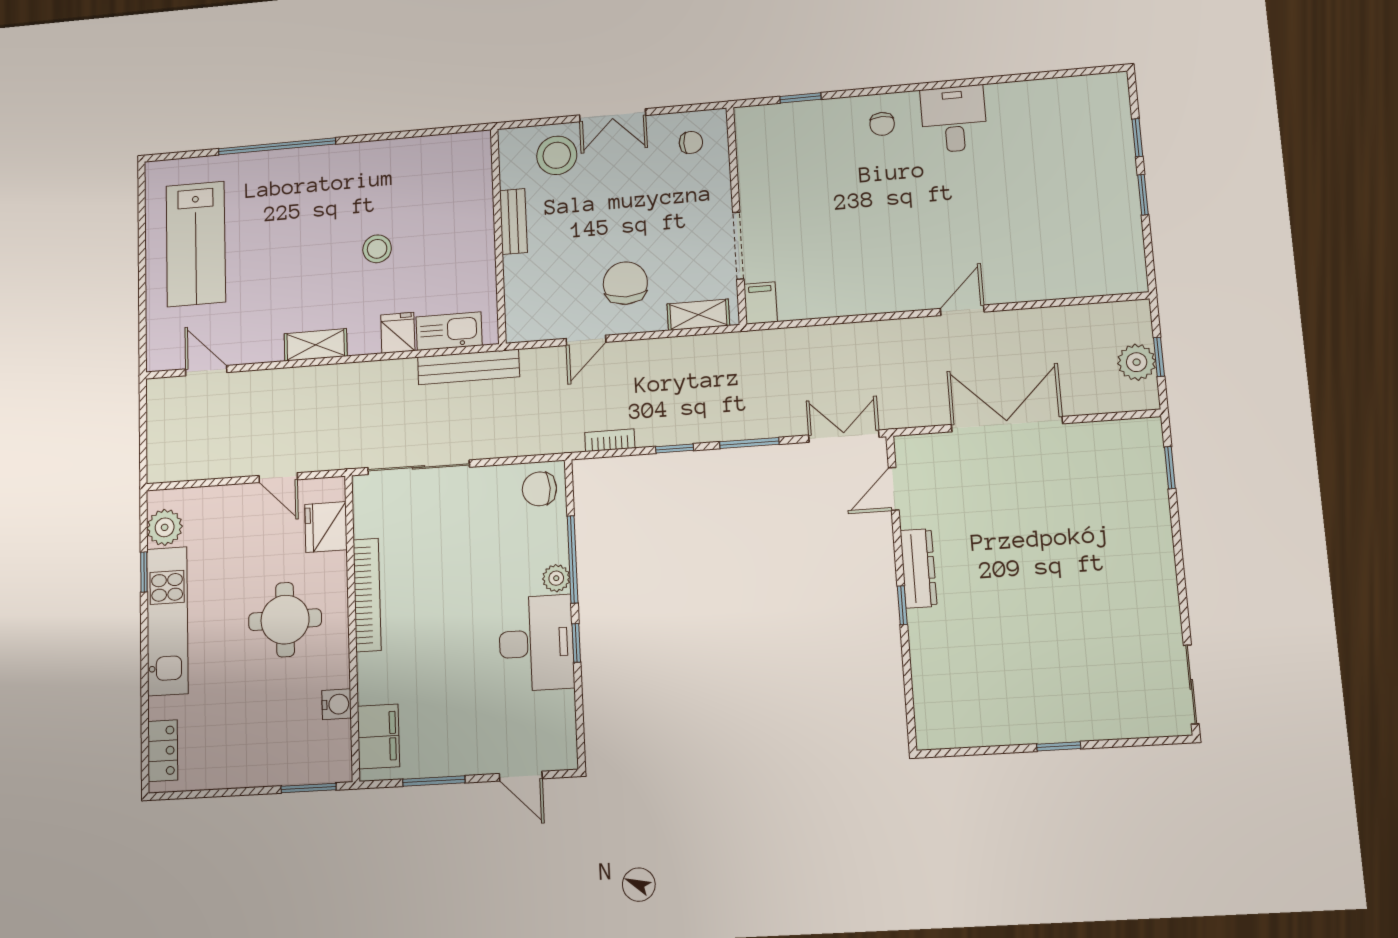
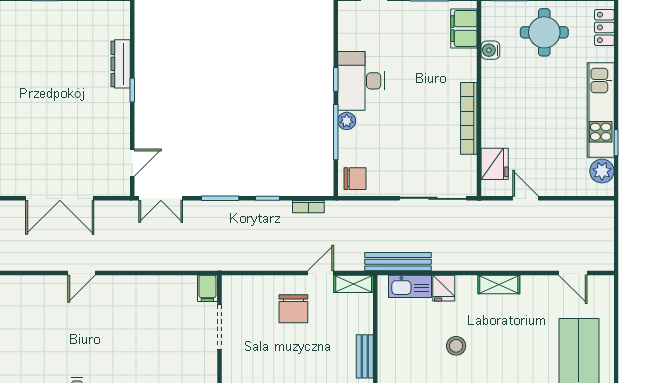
shelving: (698, 315) -> (354, 284), moved
dresser: (919, 568) -> (121, 64), moved
round table: (285, 620) -> (544, 32), moved

